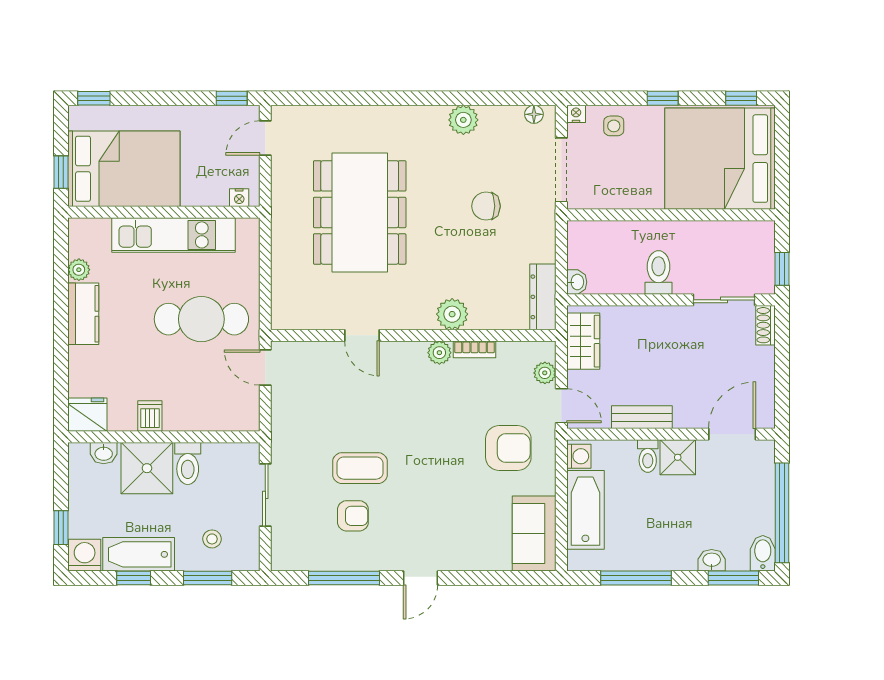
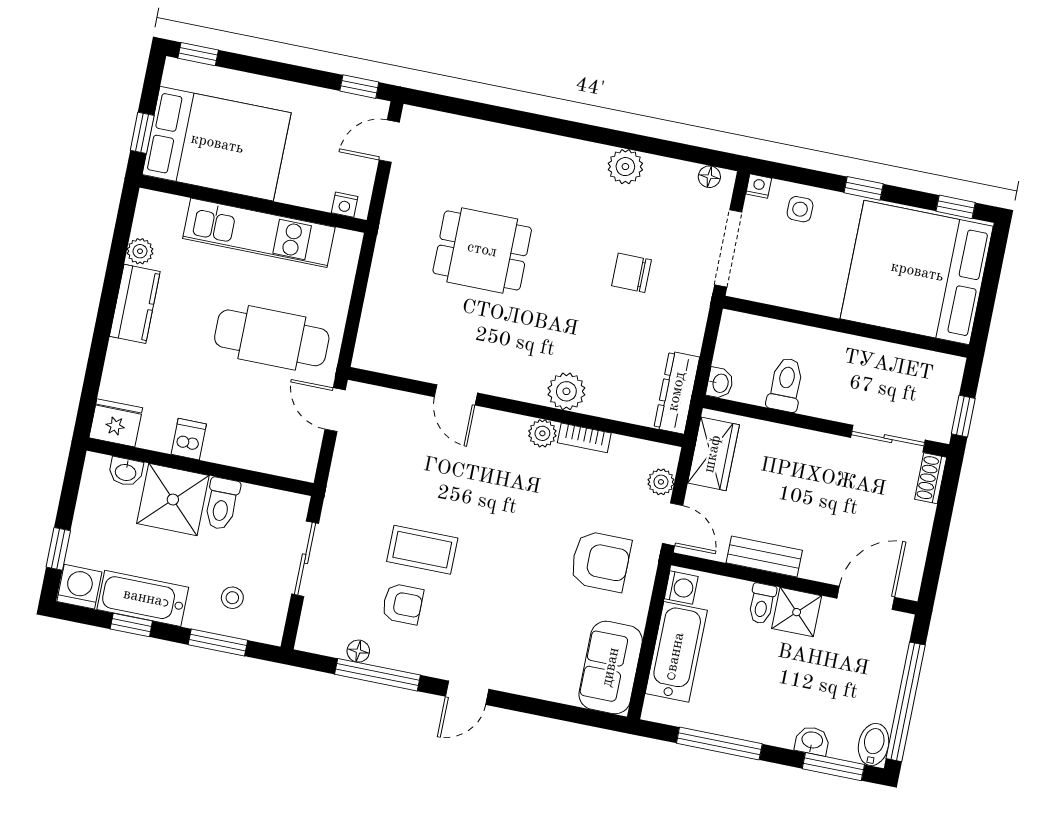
dining table: (360, 212) -> (482, 250), width x0.53, depth x0.80
toilet: (659, 272) -> (786, 385), moved
floor lamp: (324, 562) -> (358, 651), added

